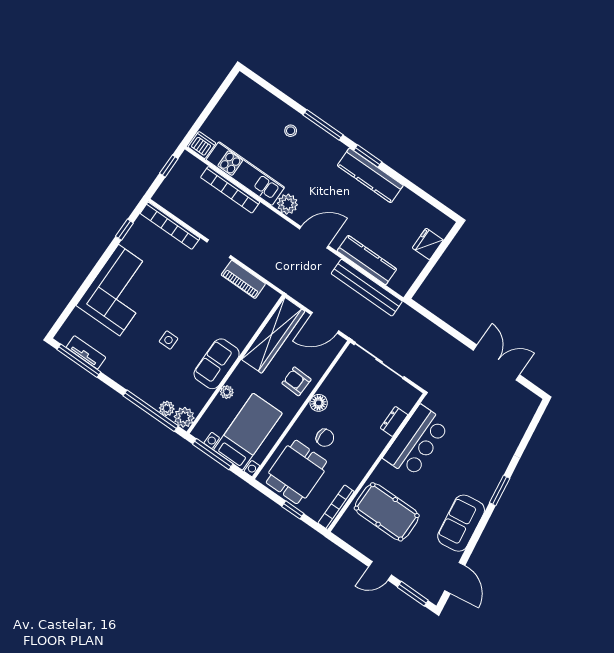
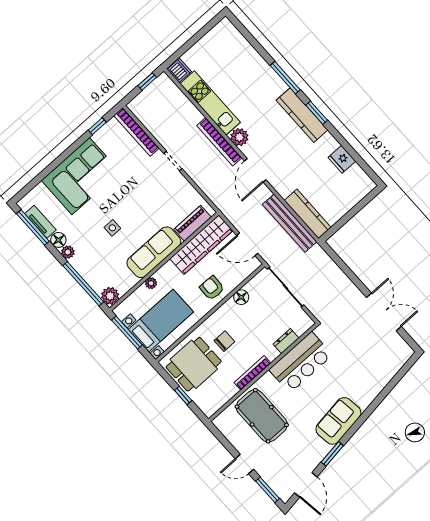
stool: (291, 131) -> (257, 76), removed
kitchen counter: (370, 175) -> (302, 115), moved
bookcase: (230, 190) -> (219, 142), moved
door: (314, 237) -> (255, 170), swing flipped
fridge: (428, 244) -> (342, 159), moved, turned -90
kitchen counter: (367, 260) -> (308, 214), moved
piano: (243, 279) -> (193, 223), moved, turned 90
sofa: (217, 364) -> (154, 252), width x1.36
floor lamp: (111, 368) -> (58, 240), added
floor lamp: (319, 403) -> (241, 297), moved
plant: (167, 408) -> (68, 252), moved
chair: (325, 438) -> (224, 341), turned -90
window: (500, 490) -> (332, 454), moved
bookcase: (336, 507) -> (252, 373), moved
sofa: (461, 523) -> (338, 421), moved

